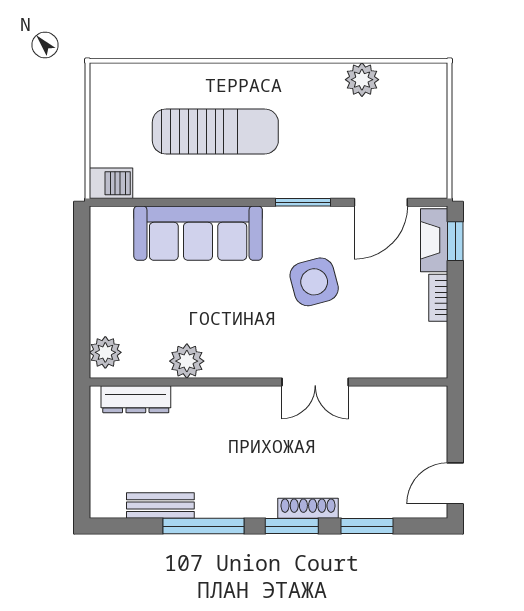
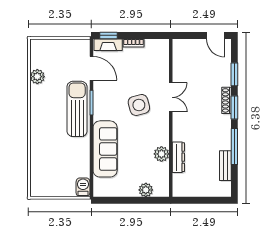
sun lounger: (215, 131) -> (77, 109), moved
side table: (314, 282) -> (139, 105), moved
plant: (105, 352) -> (146, 190), moved
dresser: (136, 399) -> (178, 157), moved

